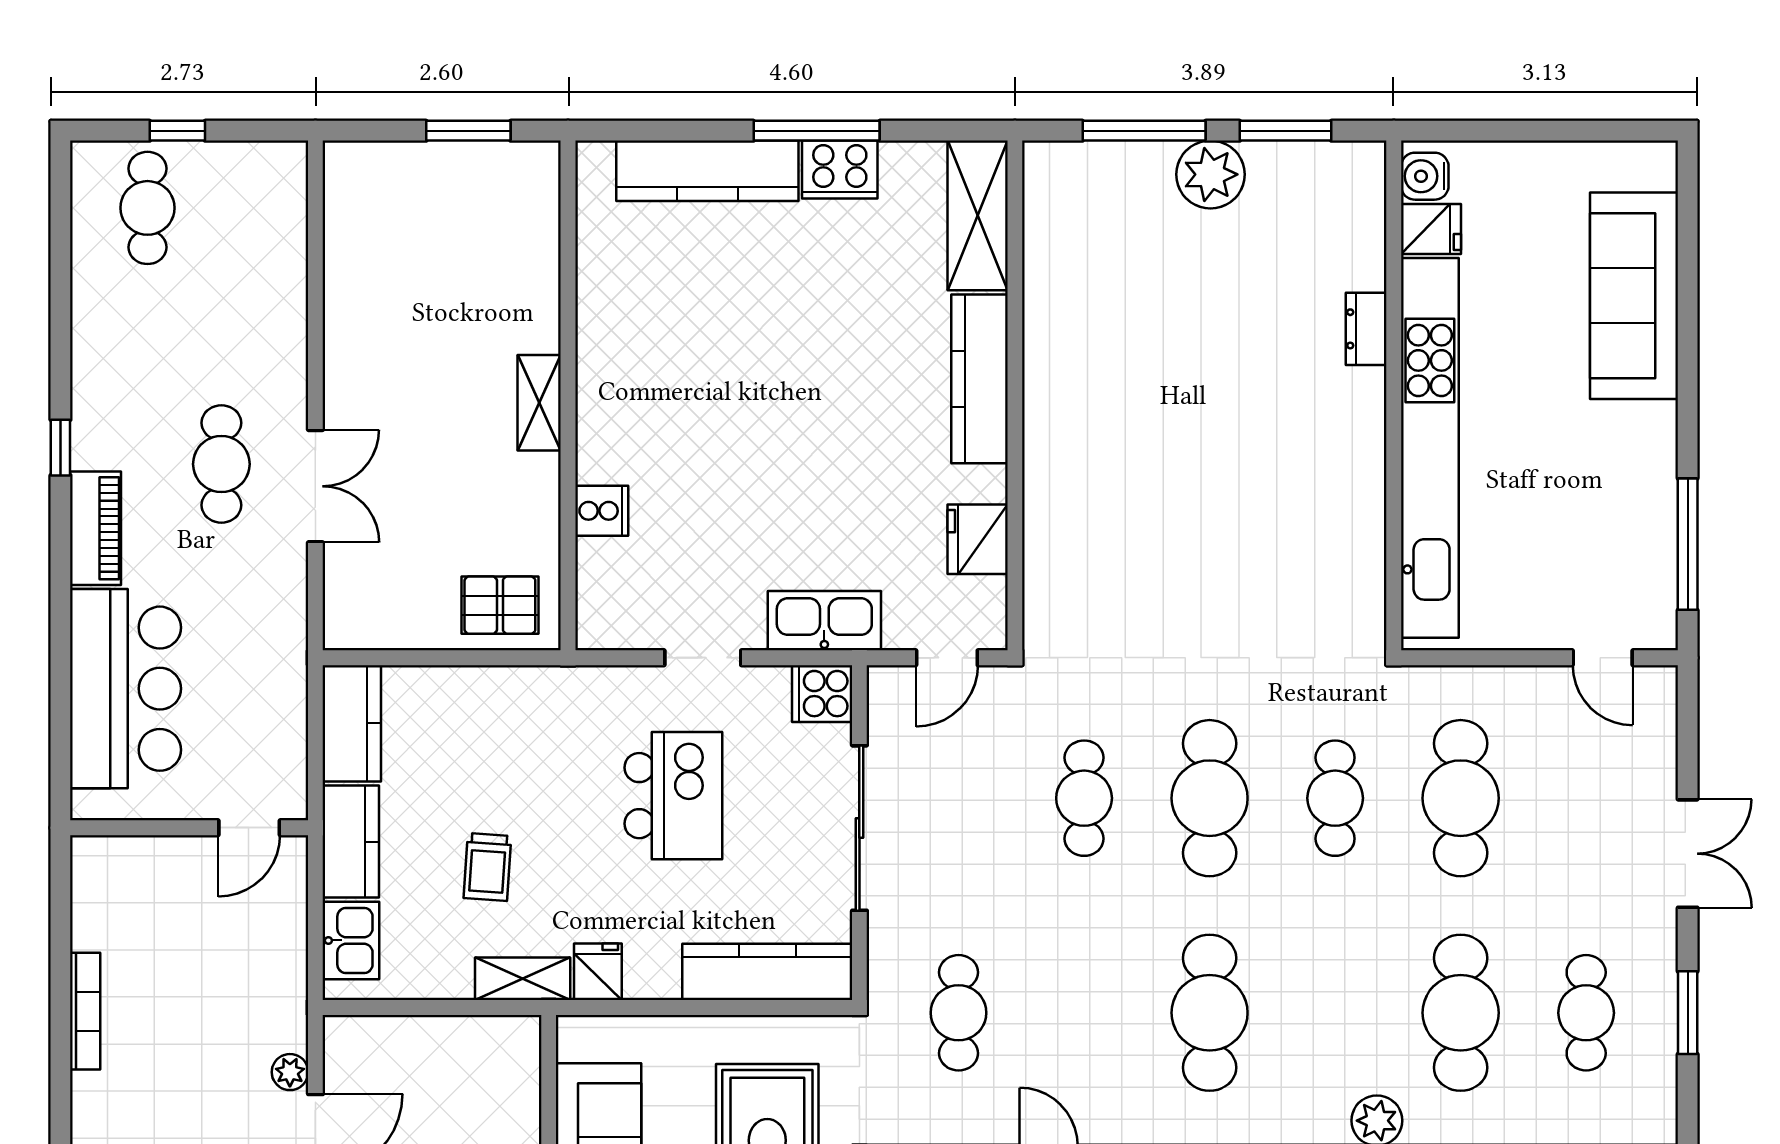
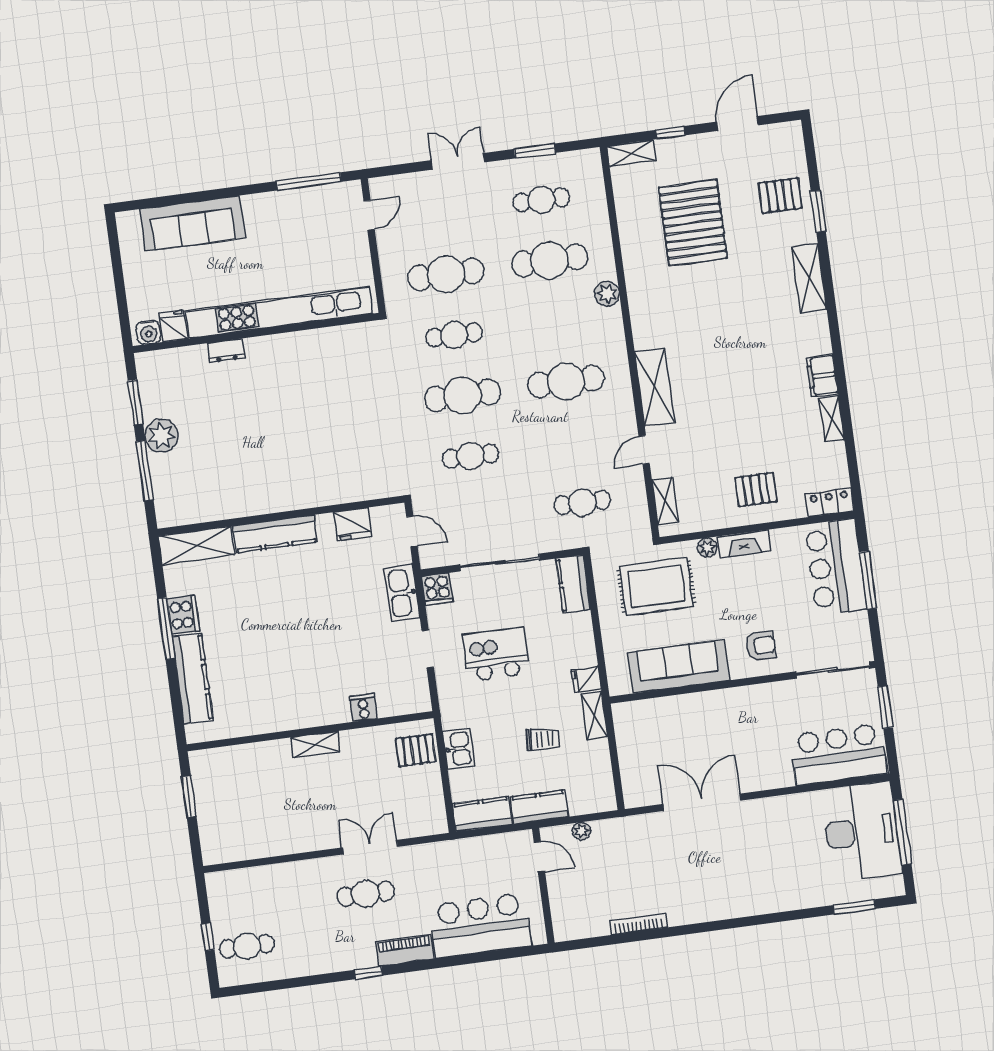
pallet: (500, 605) -> (416, 750), turned 90
kitchen sink: (351, 940) -> (459, 749), moved, turned 90
kitchen counter: (767, 972) -> (573, 584), width x0.67
plant: (290, 1072) -> (582, 831), moved

